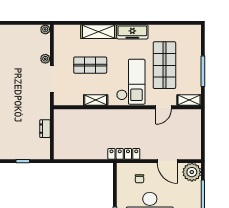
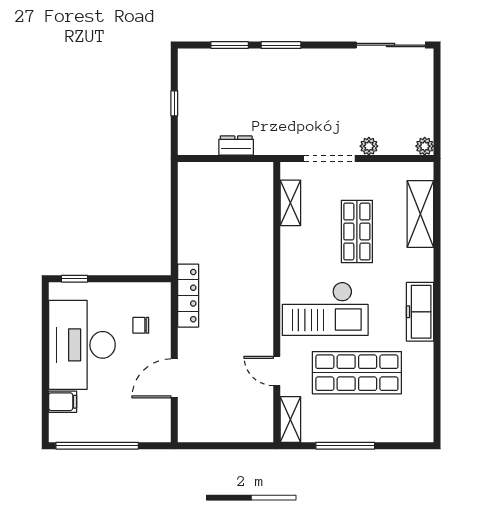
shelving: (98, 32) -> (420, 214), moved
shelving: (96, 100) -> (290, 203), moved
plant: (192, 172) -> (153, 425), removed

